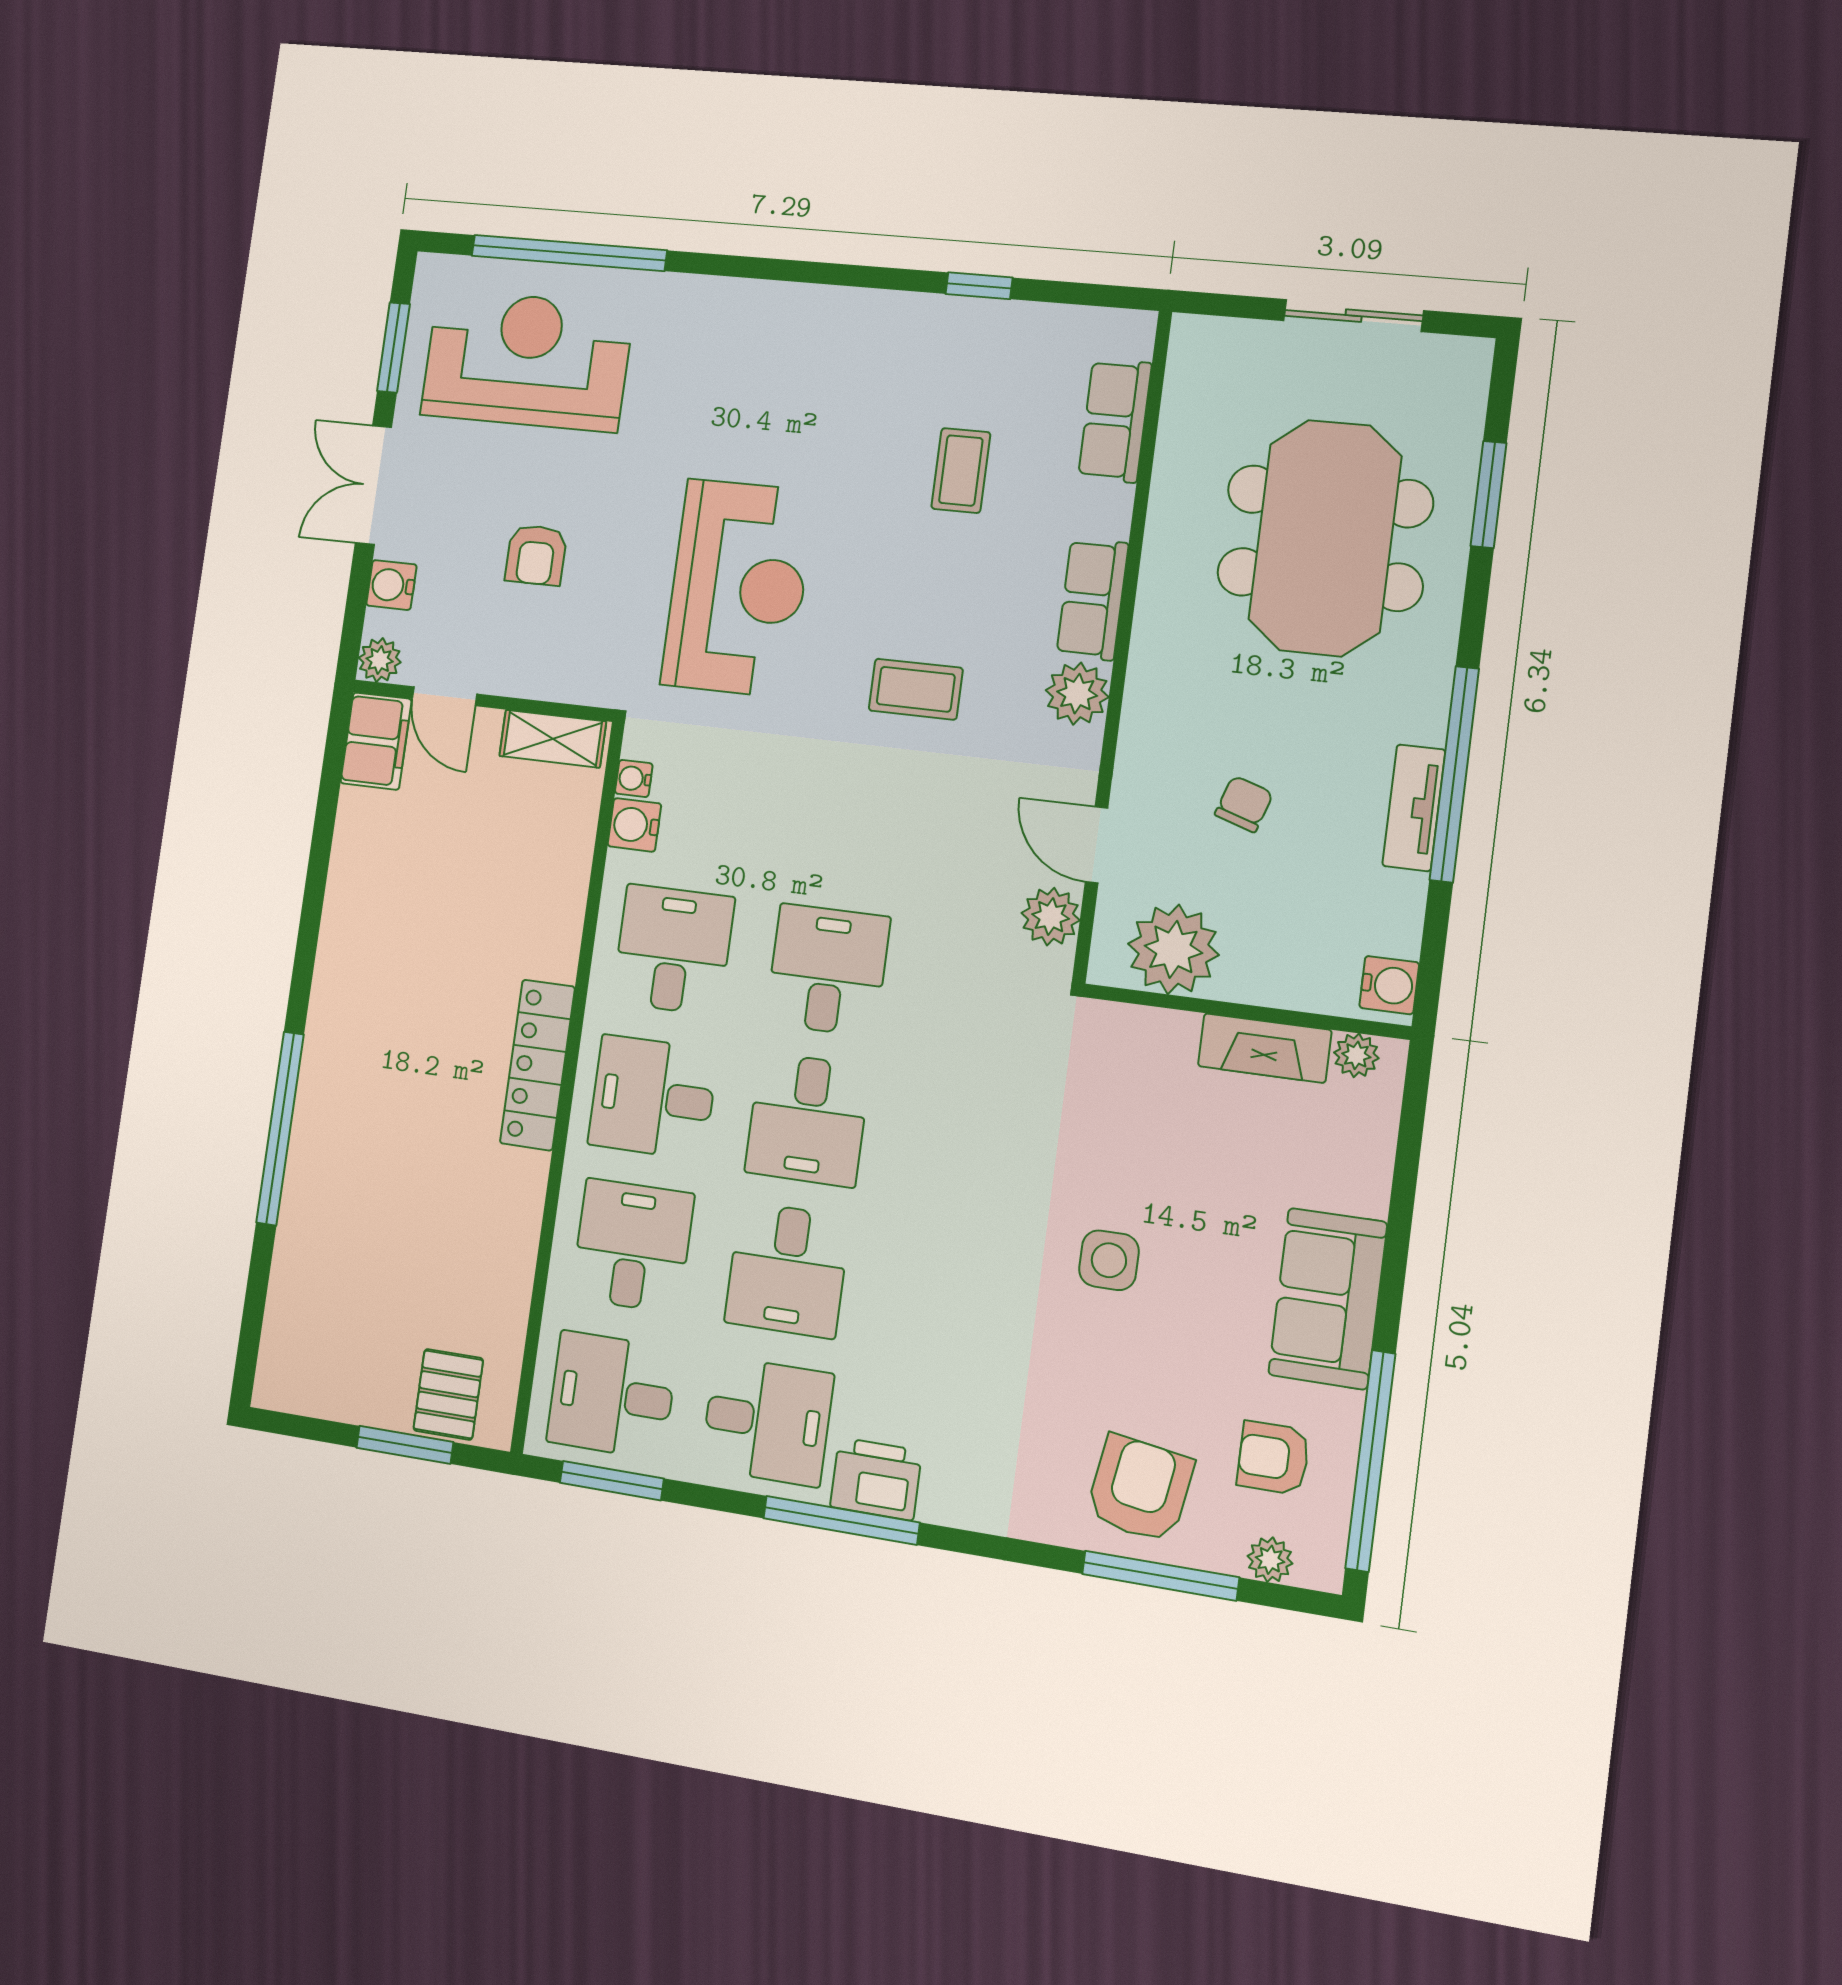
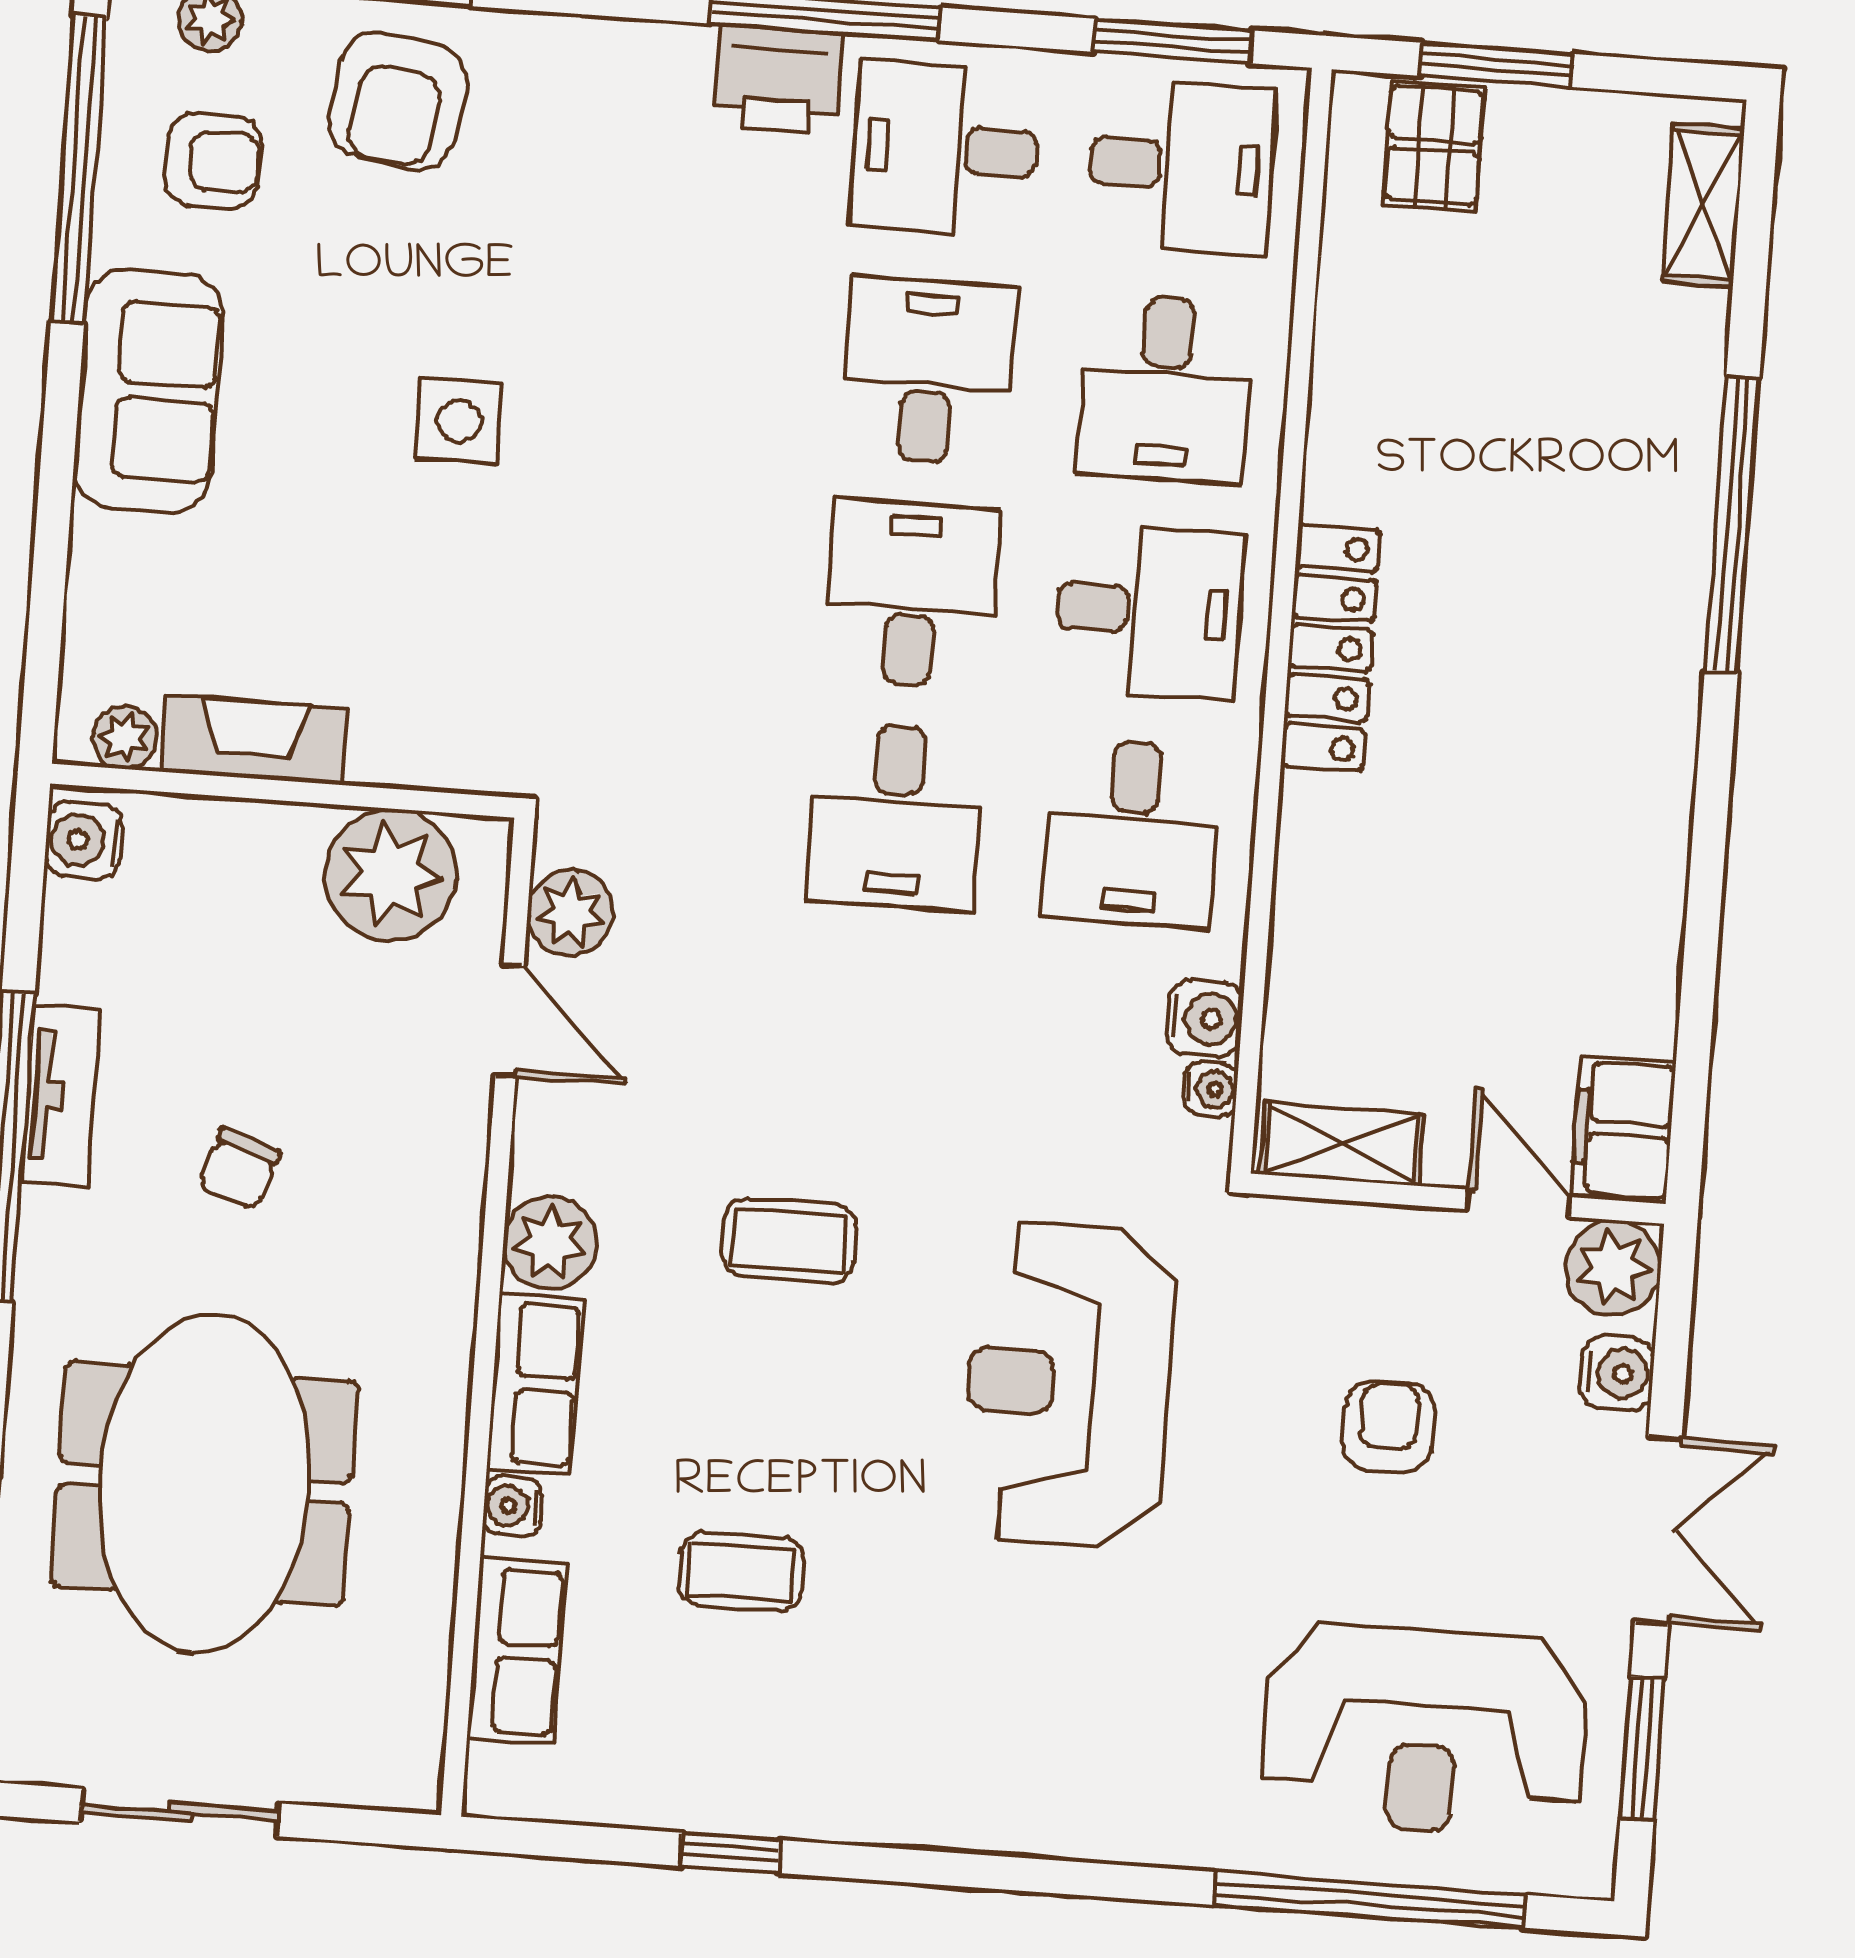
coffee table: (961, 471) -> (741, 1572), turned 90
water cooler: (1112, 517) -> (513, 1506), added
plant: (380, 660) -> (1613, 1268), width x1.38, depth x1.38
chair: (1244, 804) -> (239, 1169), moved
shelving: (282, 1340) -> (1703, 205), added

